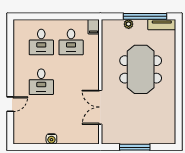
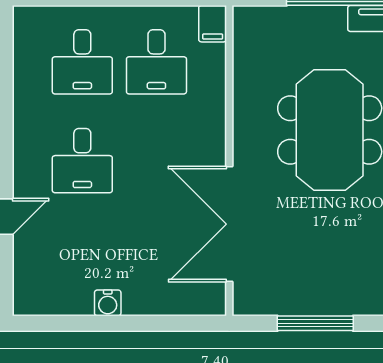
plant: (129, 24) -> (300, 17), removed
double door: (100, 107) -> (229, 224), width x1.36

